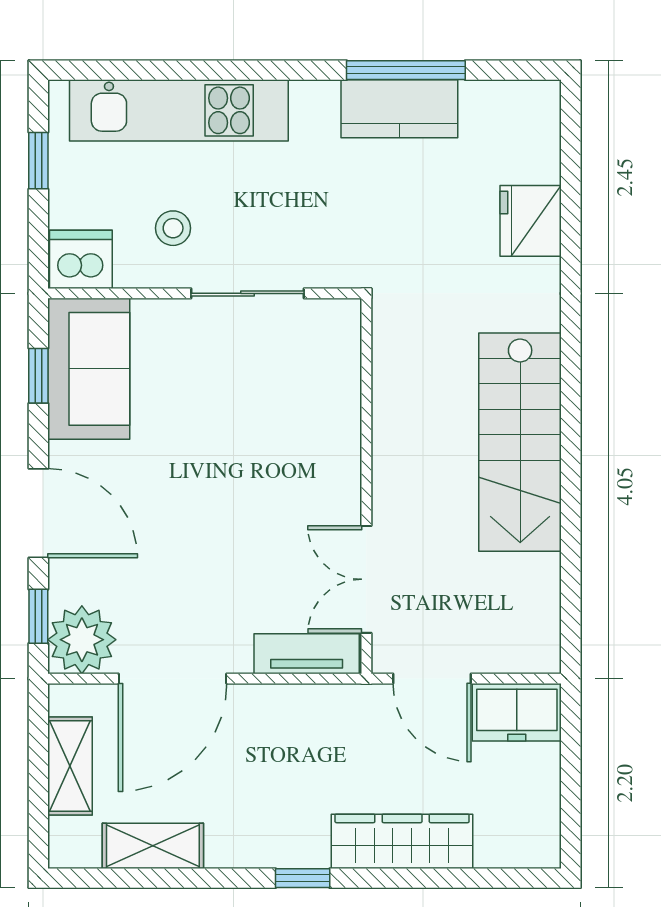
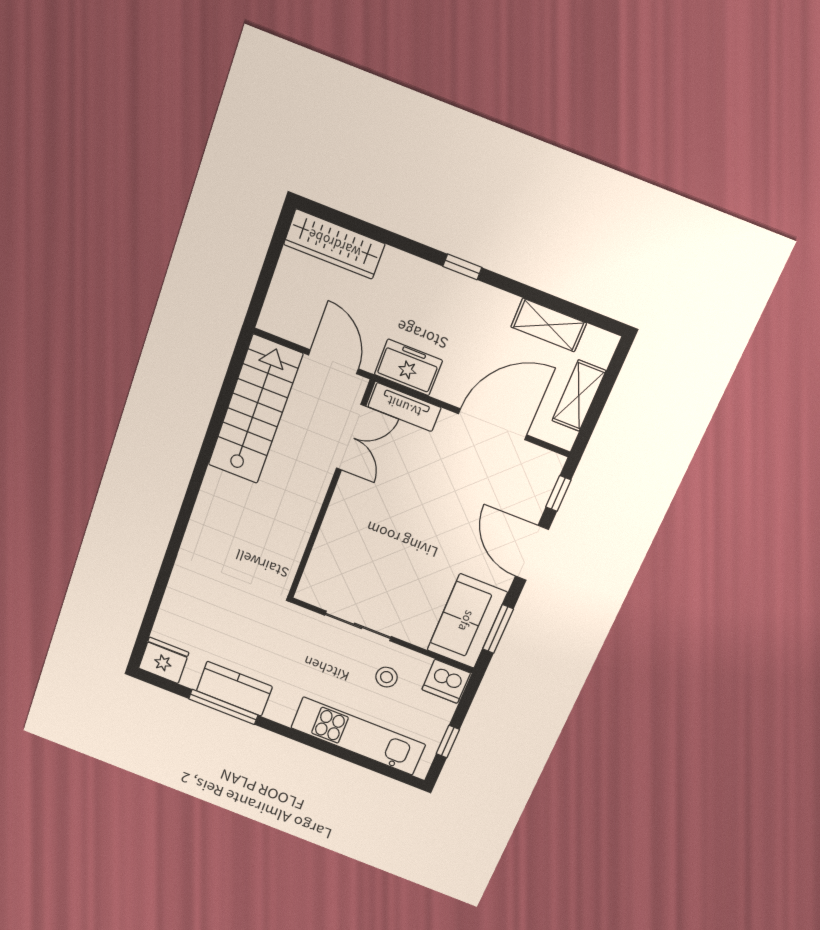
fridge: (531, 221) -> (164, 660), moved, turned -90
window: (38, 376) -> (498, 629), width x1.50
stairs: (520, 442) -> (255, 410), moved
plant: (82, 640) -> (538, 469), removed
freezer: (517, 712) -> (408, 367), moved
wardrobe: (402, 841) -> (334, 244), moved

